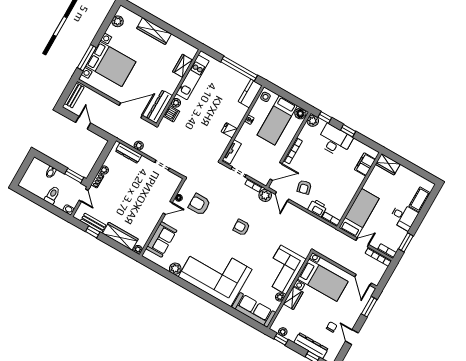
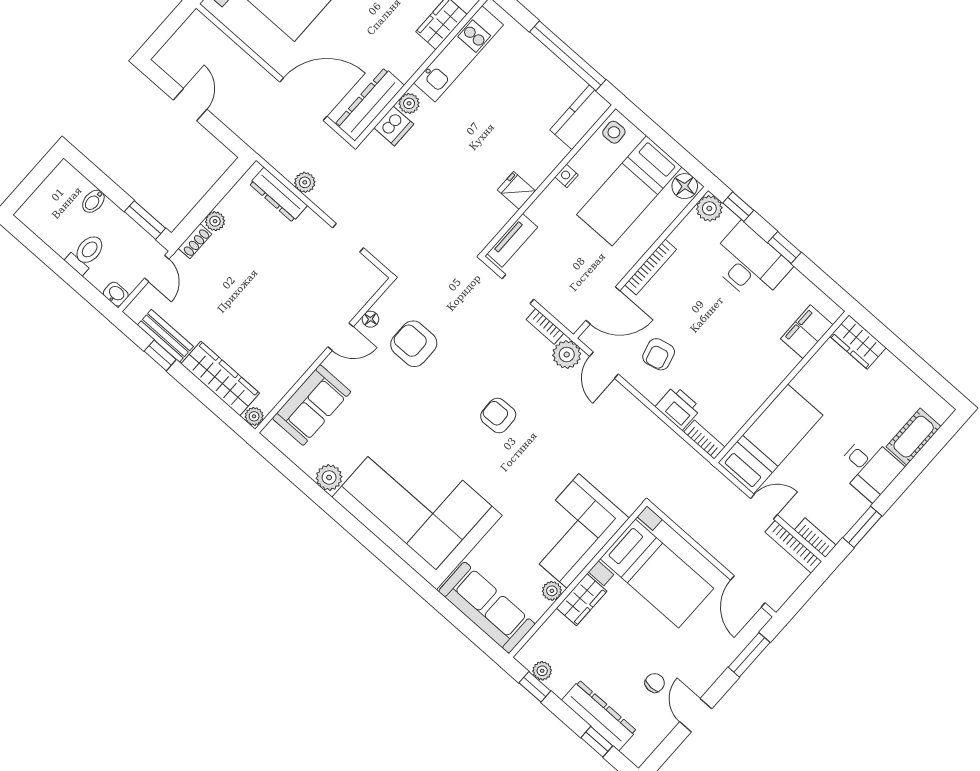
bench: (74, 95) -> (183, 39), removed

